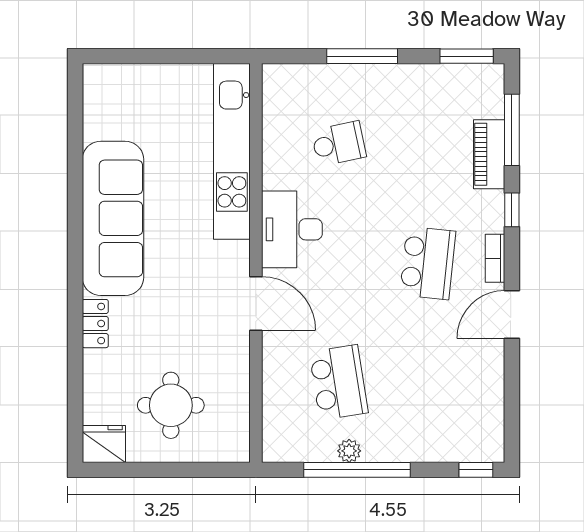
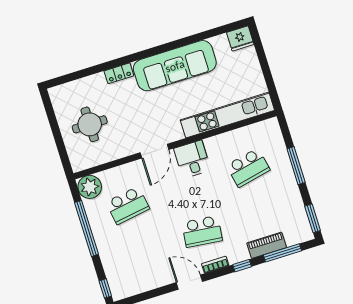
school desk: (339, 144) -> (248, 168), width x1.85
desk: (292, 229) -> (192, 159), width x0.73
fridge: (104, 444) -> (240, 38), moved, turned 90
plant: (349, 451) -> (90, 187), moved, width x1.88, depth x1.88

